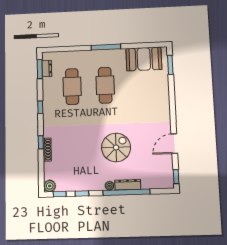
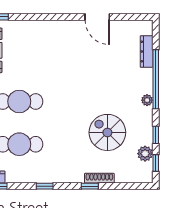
spiral stairs: (116, 147) -> (107, 132), moved
window: (176, 177) -> (138, 17), removed
dresser: (128, 185) -> (147, 52), moved
plant: (50, 186) -> (145, 154), moved

